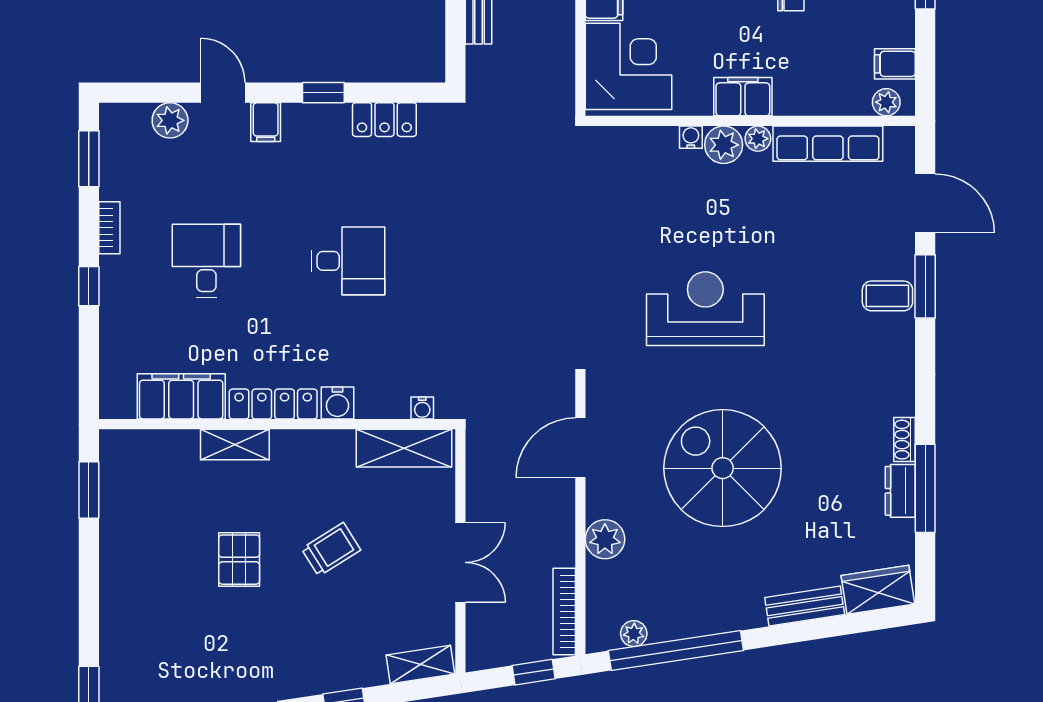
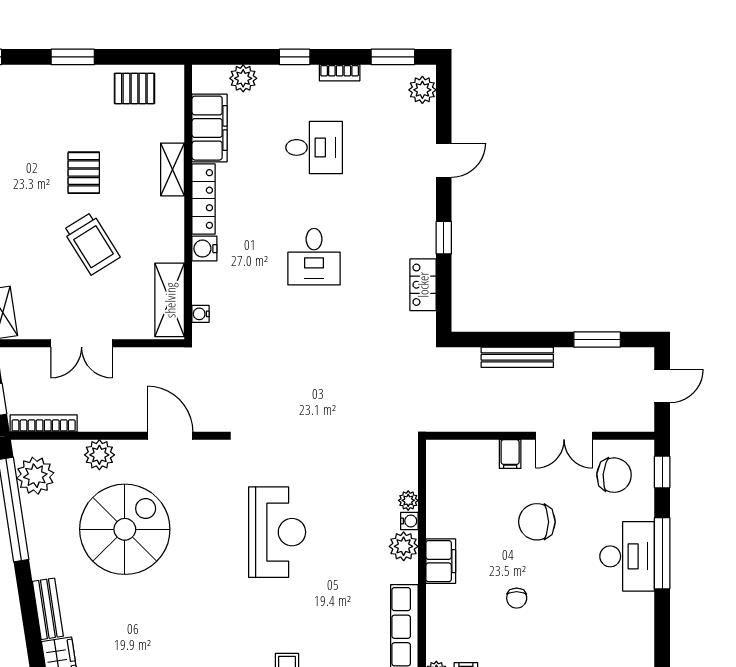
corner desk: (629, 66) -> (464, 473), removed
plant: (170, 120) -> (422, 90), moved
filing cabinet: (266, 122) -> (421, 193), removed
plant: (758, 139) -> (408, 500), moved
plant: (117, 353) -> (243, 78), added
spiral stairs: (723, 468) -> (125, 529), moved
window: (89, 490) -> (73, 57), moved
pallet: (130, 494) -> (134, 88), added
trolley: (331, 549) -> (92, 244), width x1.36, depth x1.39
pallet: (239, 560) -> (84, 173), turned 90
plant: (634, 634) -> (35, 476), width x1.88, depth x1.88

